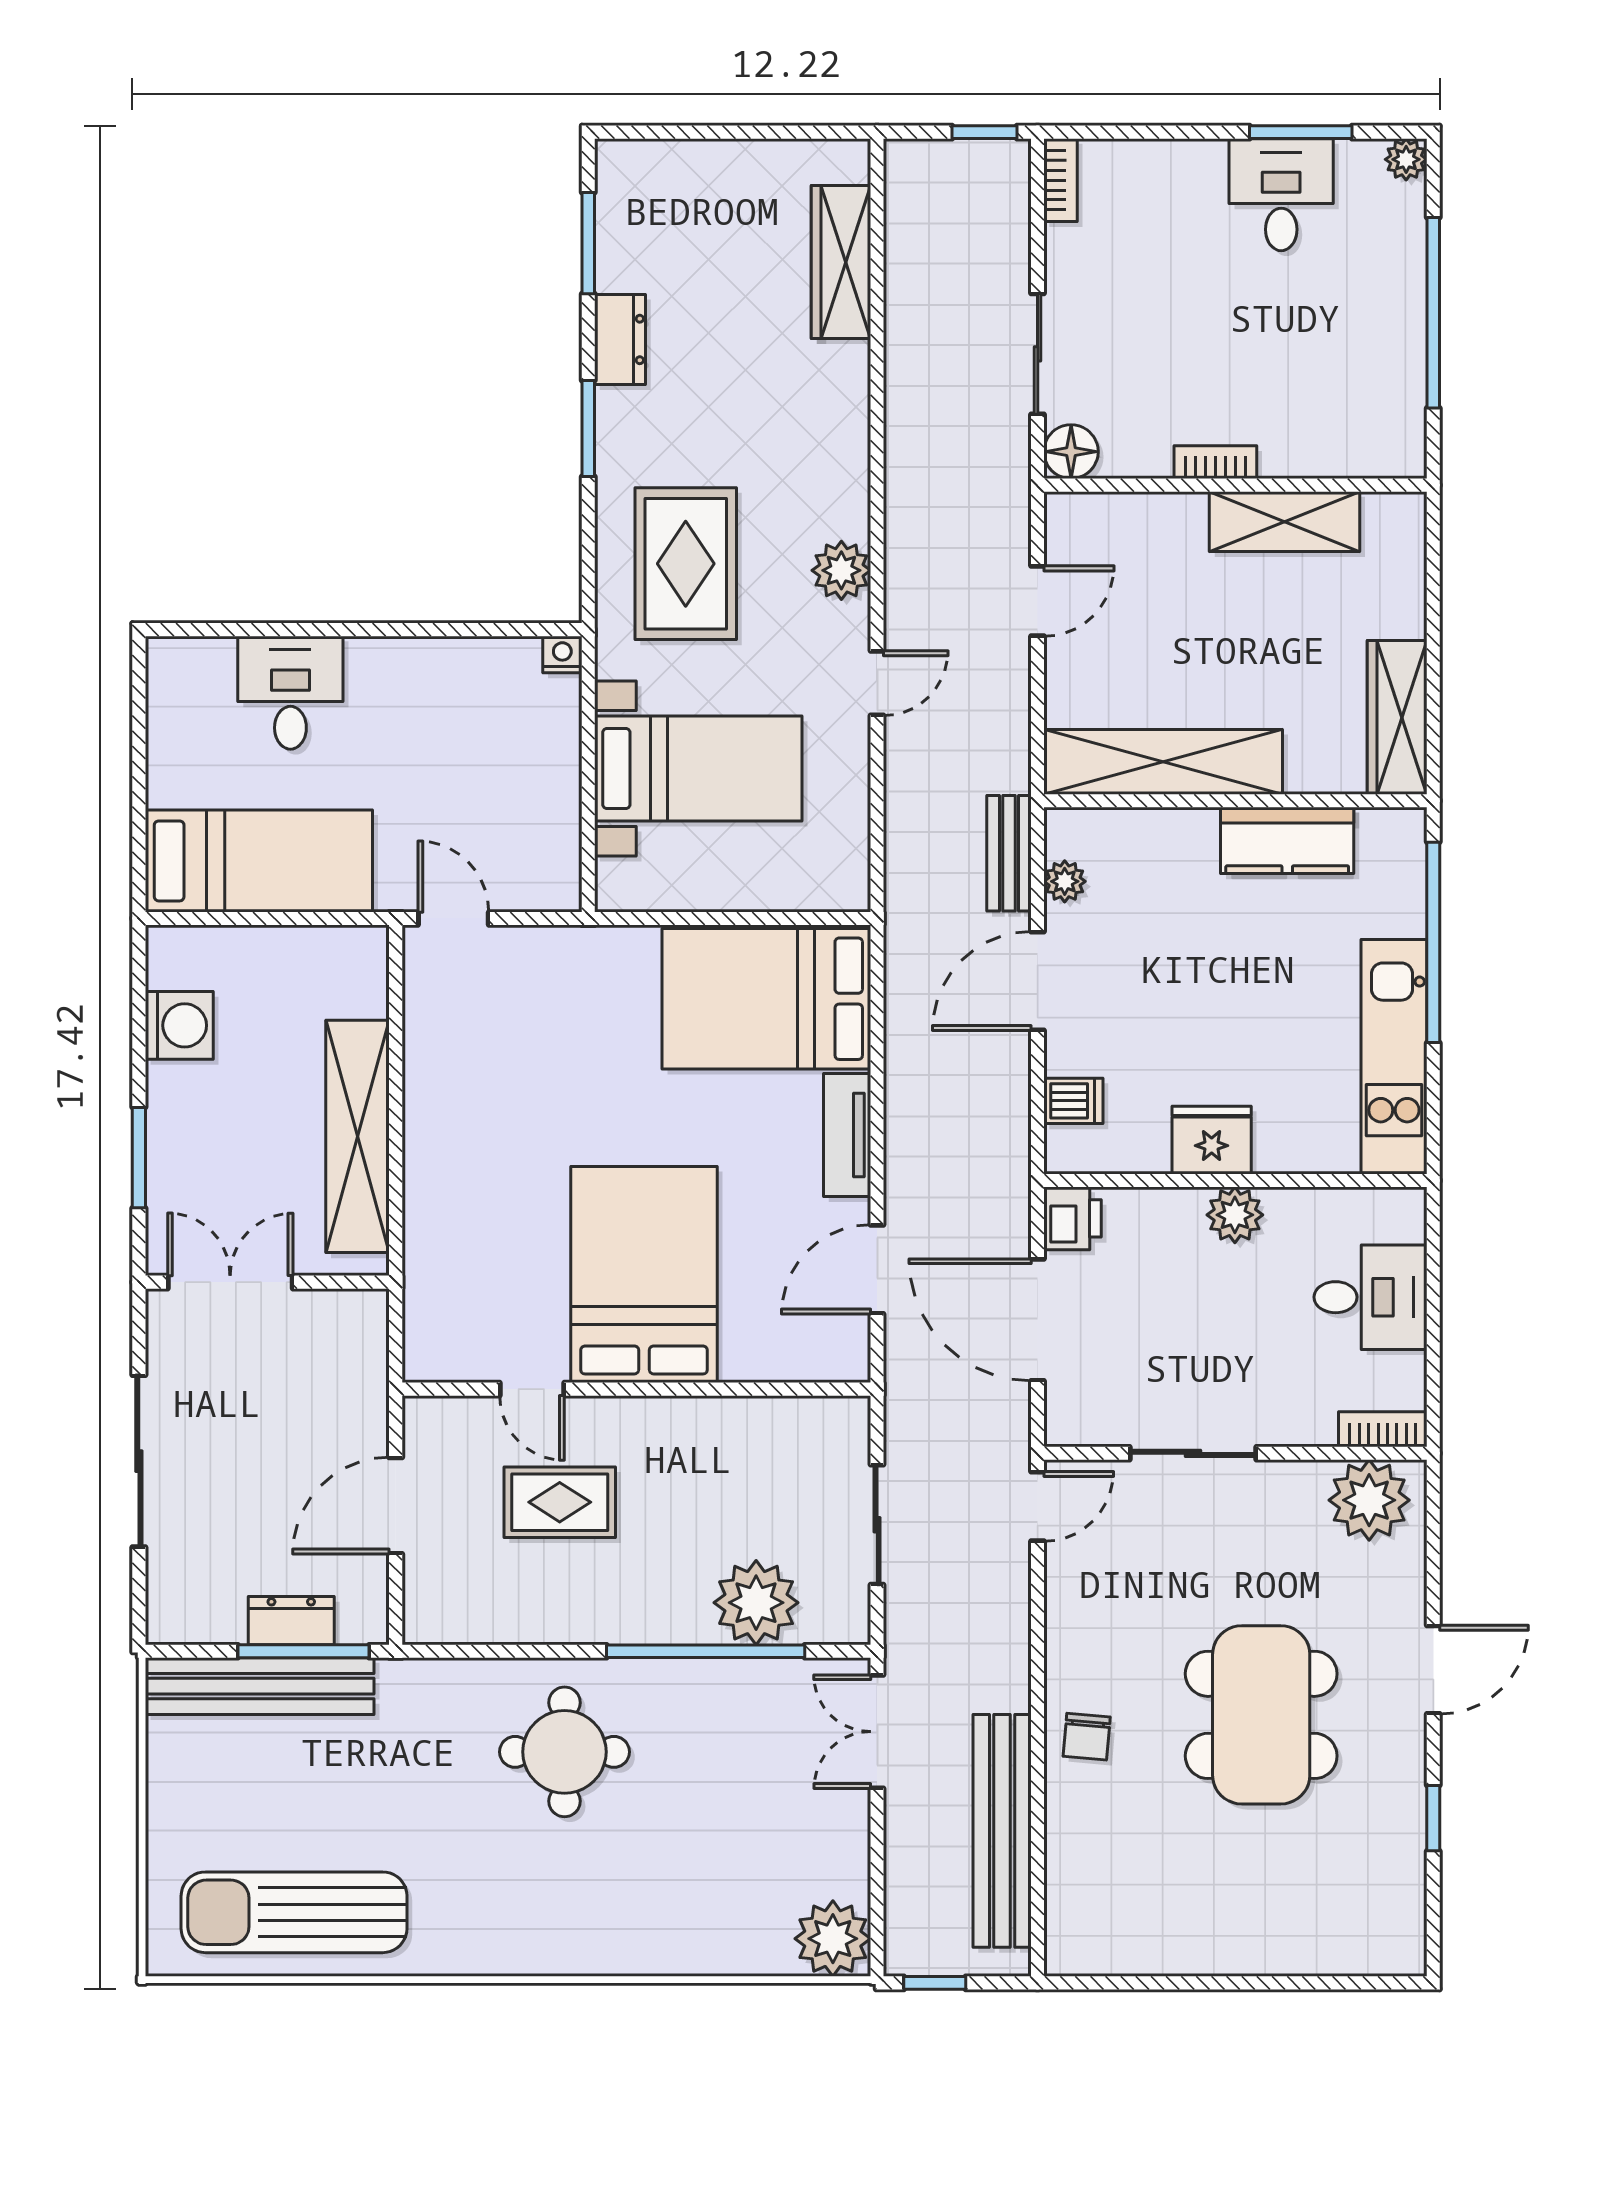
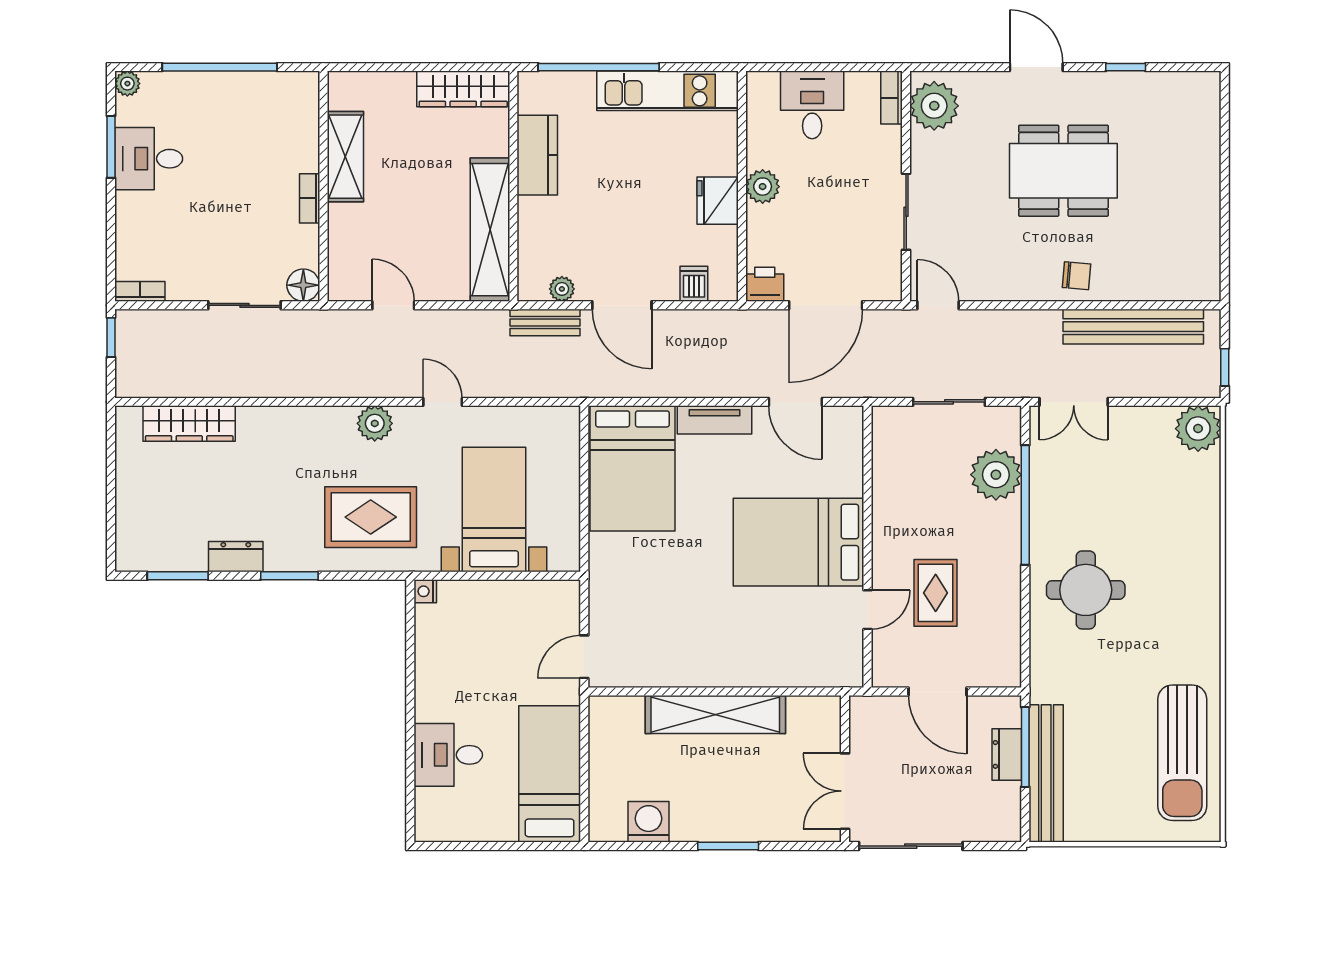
double door: (230, 1282) -> (845, 791), moved
wall: (267, 1282) -> (845, 769), moved

